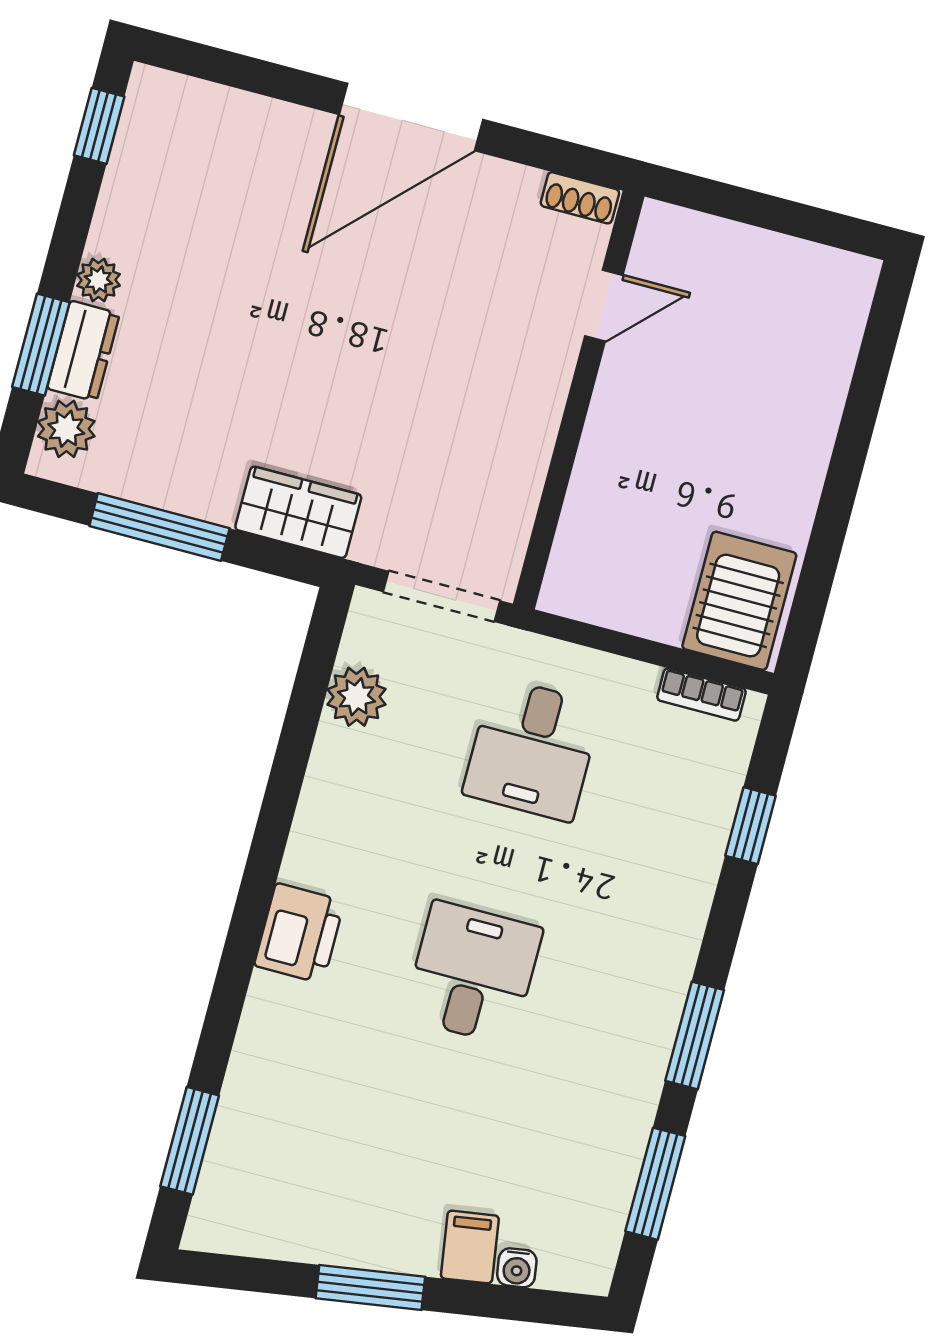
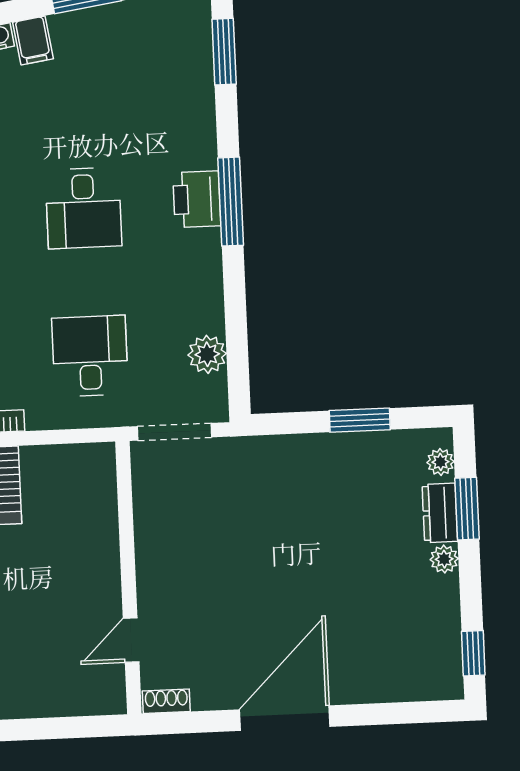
plant: (66, 429) -> (440, 462), width x0.73, depth x0.73
wardrobe: (298, 512) -> (278, 456), removed
window: (159, 527) -> (360, 420), width x0.69
window: (250, 914) -> (231, 202), added

